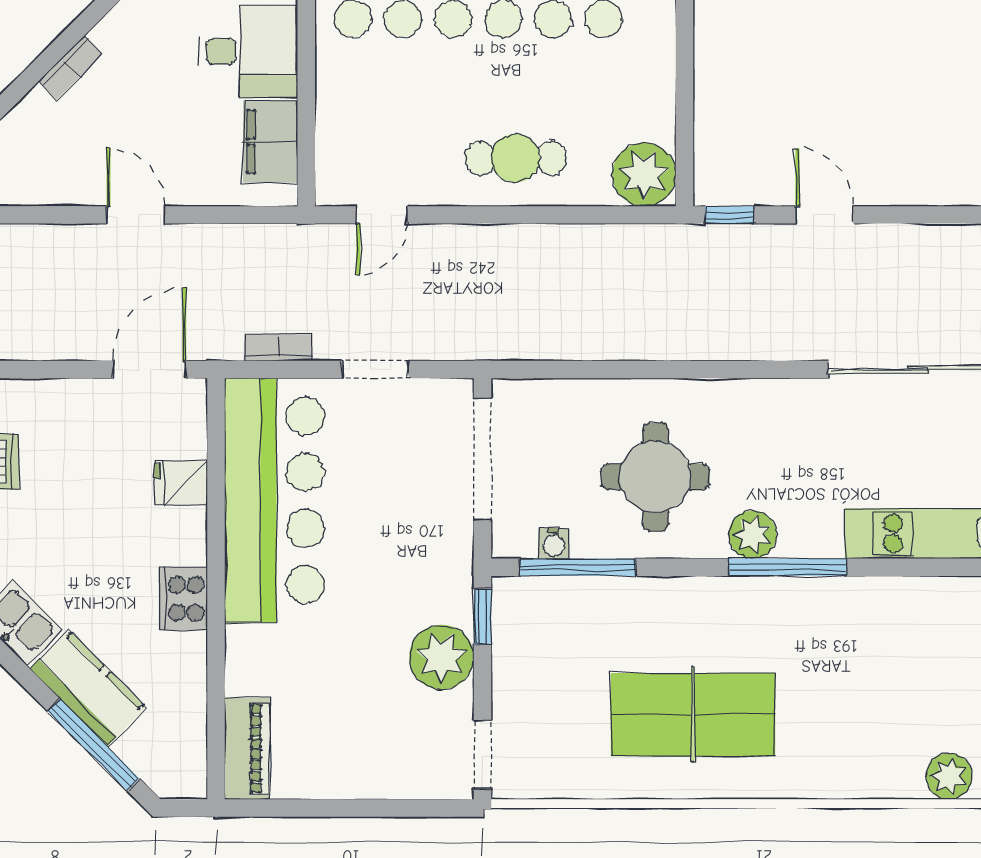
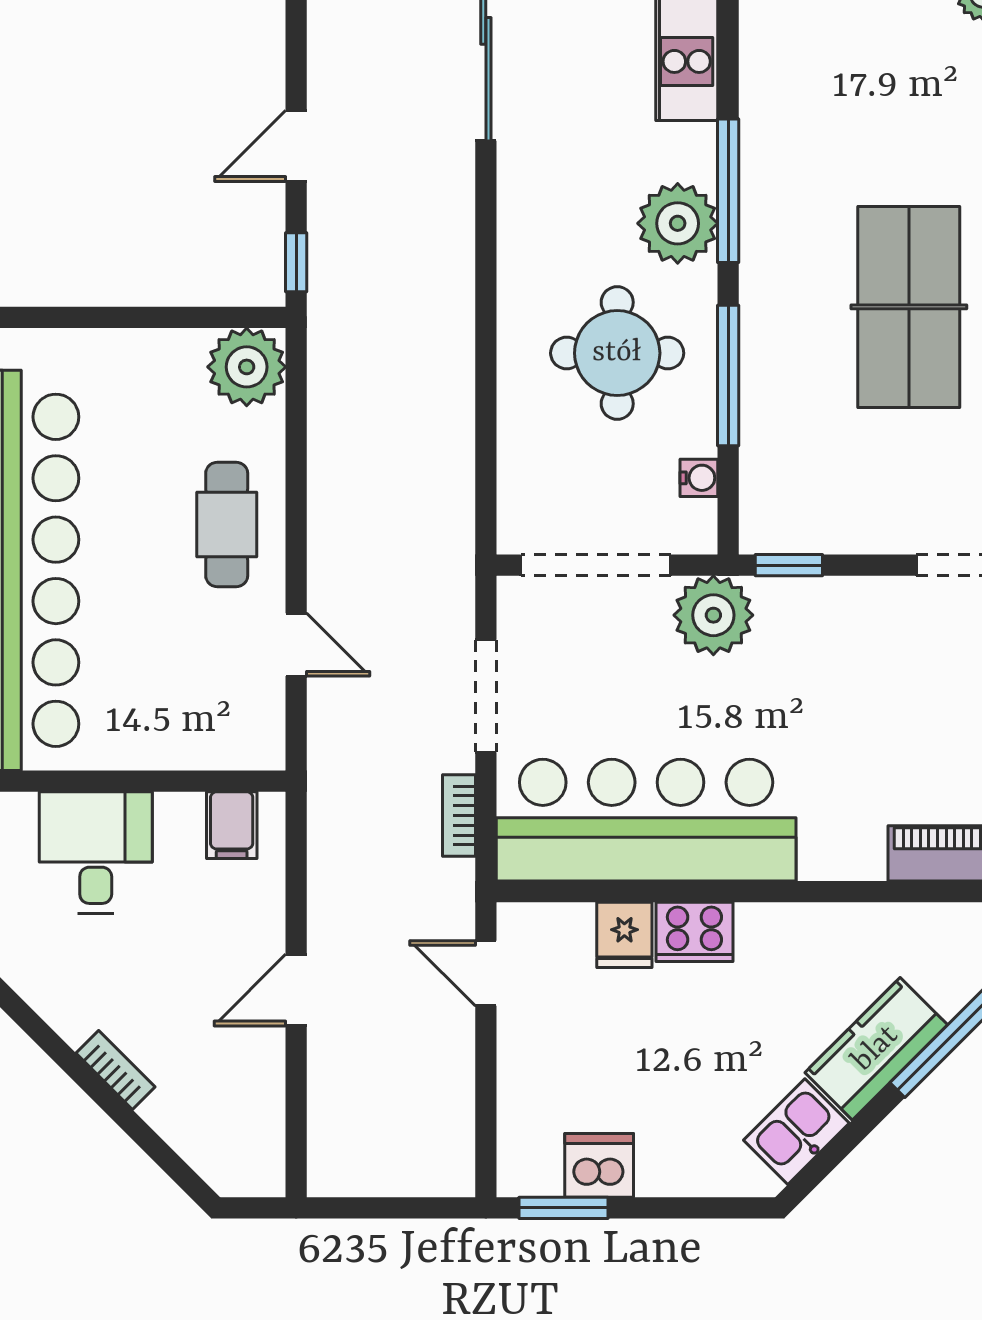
filing cabinet: (270, 142) -> (232, 825), width x0.50
door: (382, 215) -> (296, 645), moved
door: (150, 370) -> (486, 973), width x0.73
doorway: (376, 370) -> (486, 696), width x1.38
plant: (752, 535) -> (678, 223), width x1.36, depth x1.36
window: (578, 567) -> (728, 375), moved
cooker: (183, 599) -> (694, 932), moved
plant: (442, 657) -> (713, 615), moved

